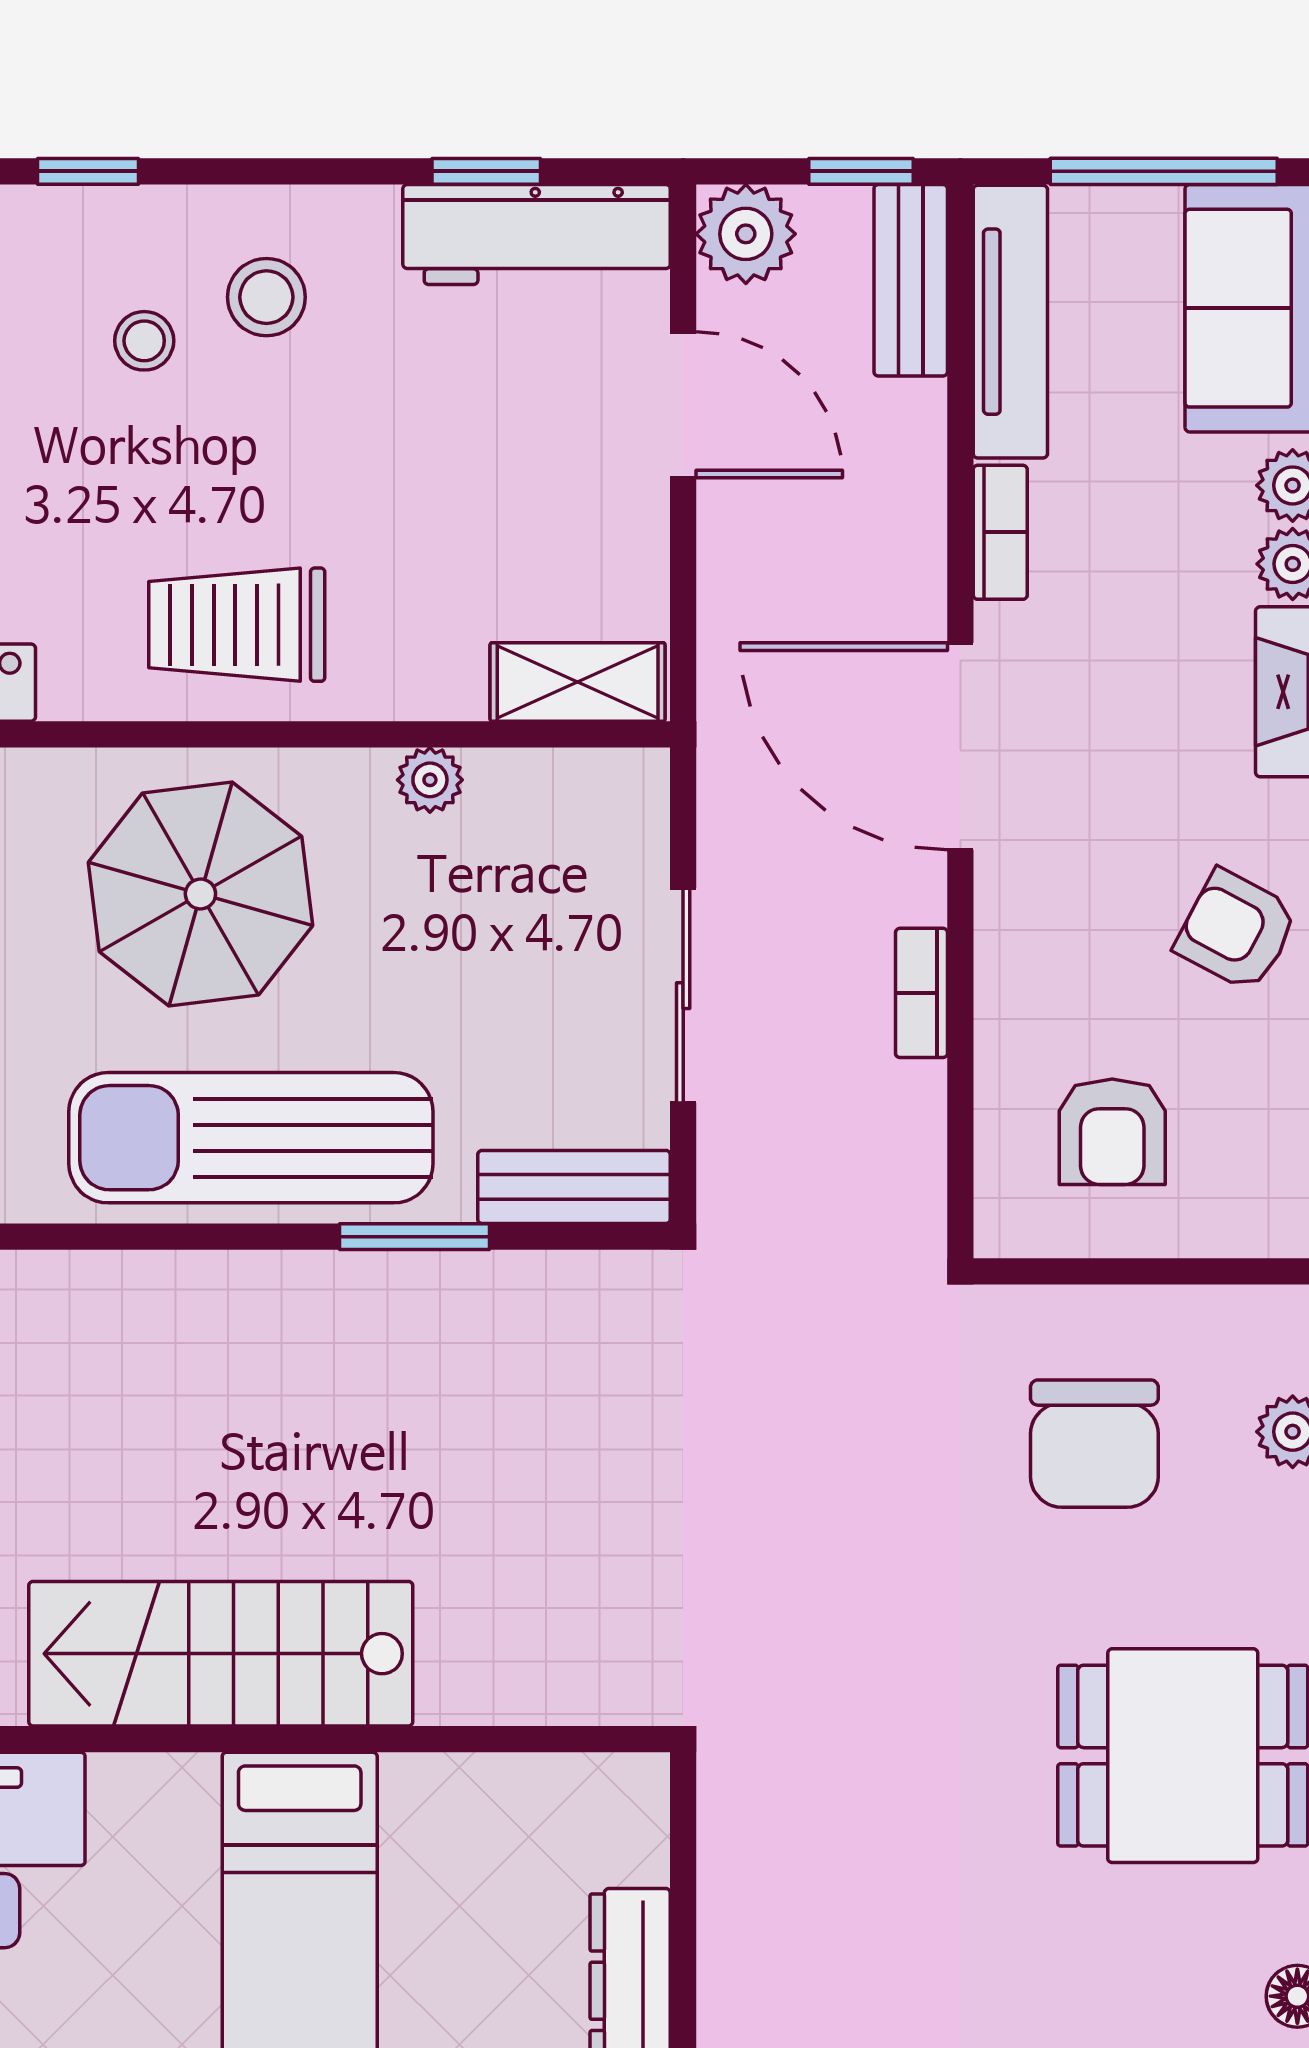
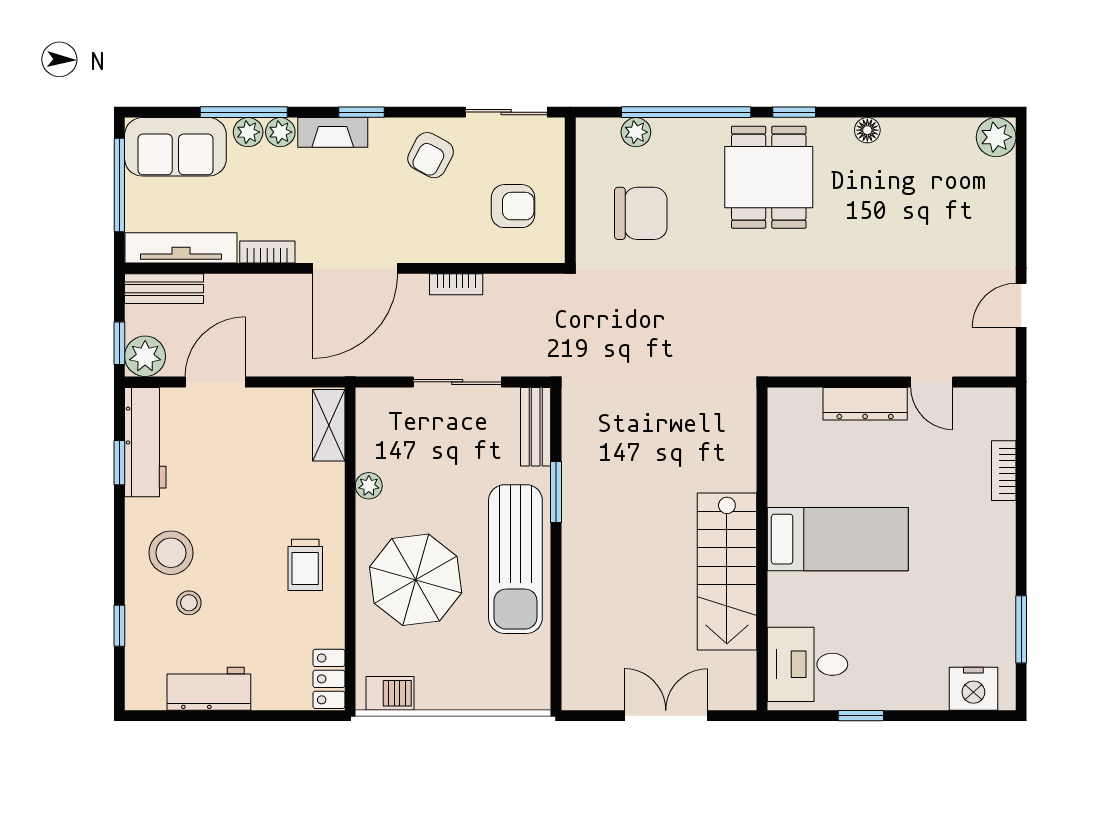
window: (861, 171) -> (119, 343), moved
stool: (266, 297) -> (171, 553), width x1.38, depth x1.38
trolley: (237, 625) -> (305, 565), width x0.73, depth x0.72

